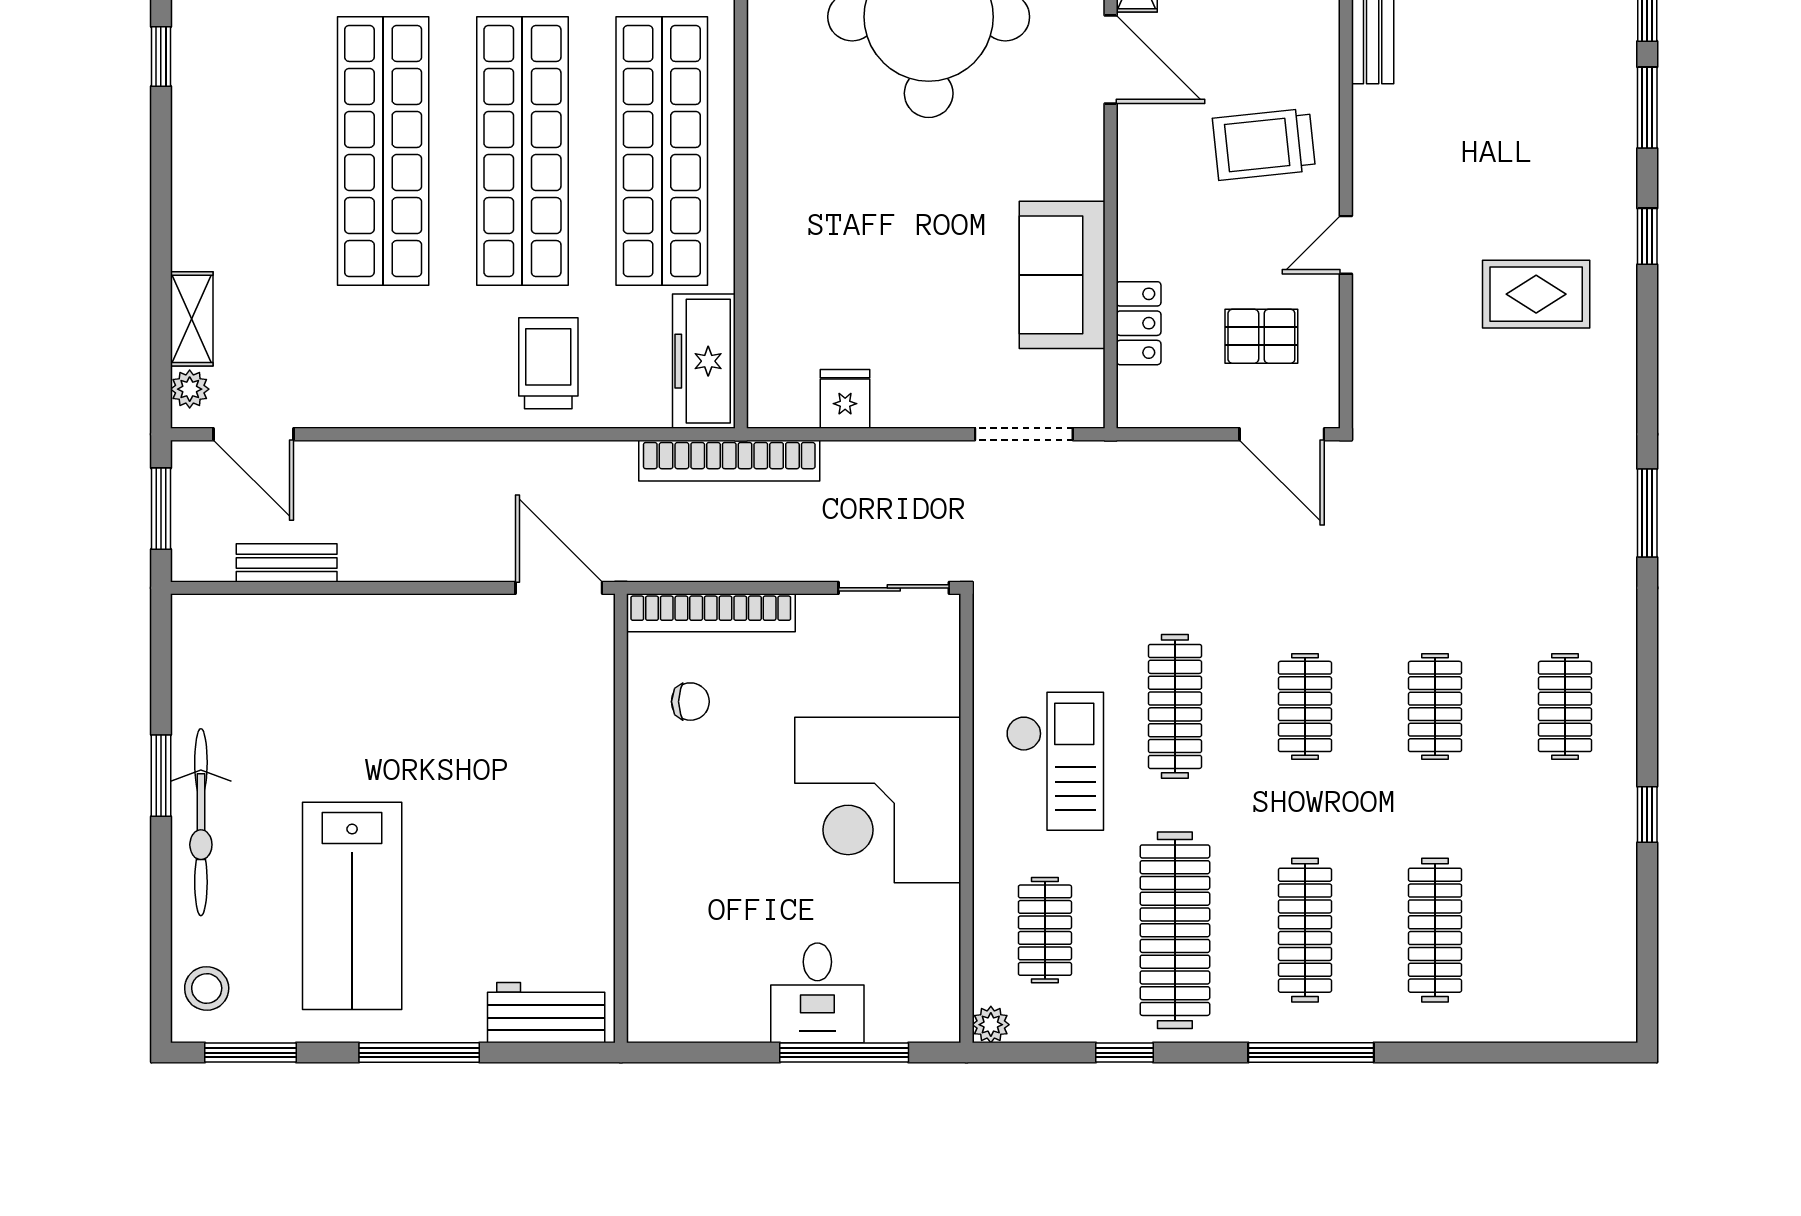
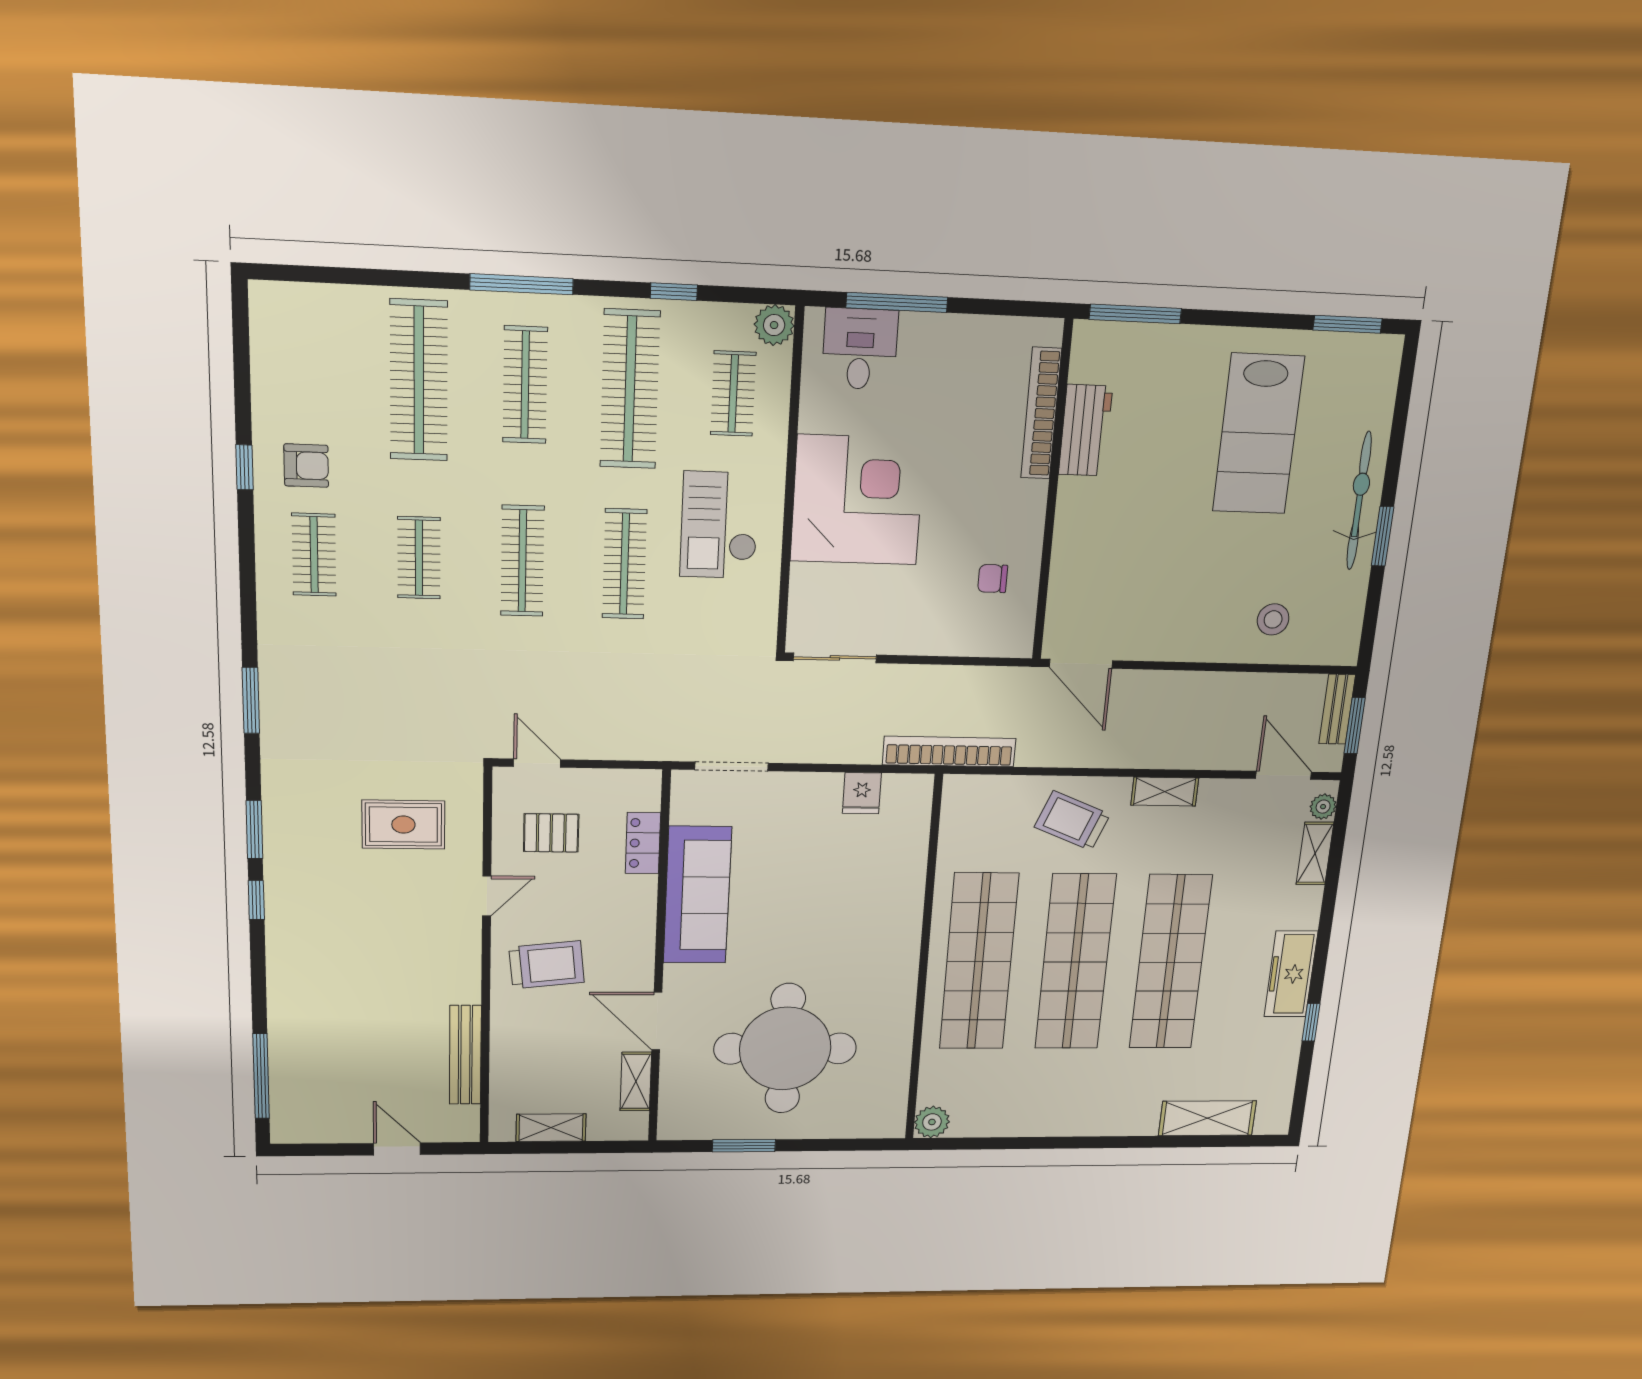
window: (1647, 108) -> (254, 830), moved
sofa: (1062, 275) -> (697, 895), width x1.36
rug: (1536, 294) -> (403, 825), moved
freezer: (704, 361) -> (1291, 974), moved, turned 180
trolley: (548, 363) -> (1072, 821), turned 112
shelving: (421, 408) -> (1165, 792), added
door: (1282, 434) -> (537, 763), width x0.73
bench: (287, 563) -> (1337, 709), moved, turned 90
bookcase: (711, 613) -> (1041, 413), moved, turned -90
clothes rail: (1305, 706) -> (522, 561), width x1.36
armchair: (1573, 819) -> (306, 466), added
lab bench: (352, 906) -> (1258, 434), turned 180
clothes rail: (1435, 930) -> (419, 380), width x1.37, depth x1.31
stool: (207, 988) -> (1273, 619), moved
desk: (817, 993) -> (860, 349), moved
workbench: (546, 1013) -> (1085, 430), moved, turned -90
plant: (991, 1025) -> (774, 325), width x1.38, depth x1.38
window: (419, 1053) -> (1135, 314), moved

